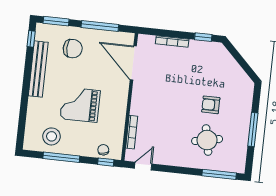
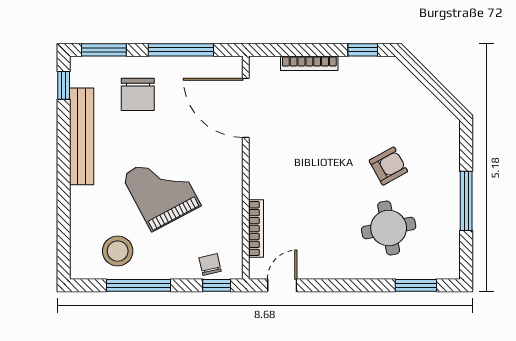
chair: (73, 49) -> (138, 94), turned 90
grand piano: (80, 105) -> (161, 190), turned 62
armchair: (211, 105) -> (388, 166), turned 151
window: (219, 174) -> (416, 285), width x0.69

